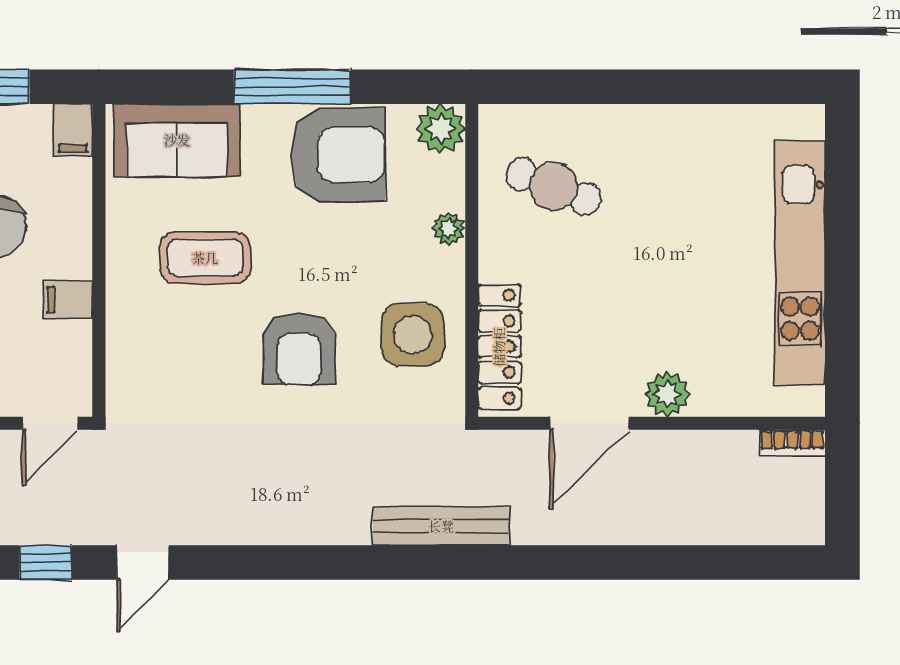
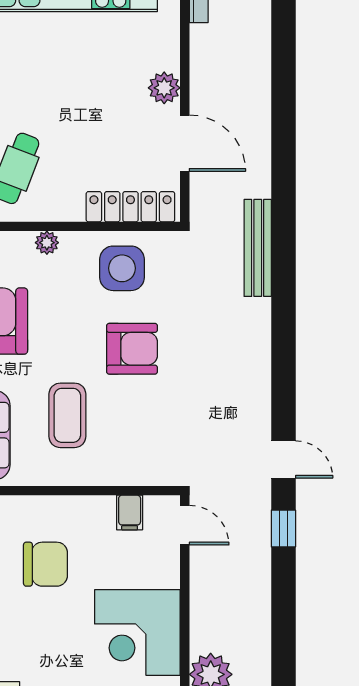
filing cabinet: (68, 300) -> (130, 513), moved

